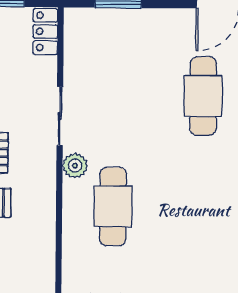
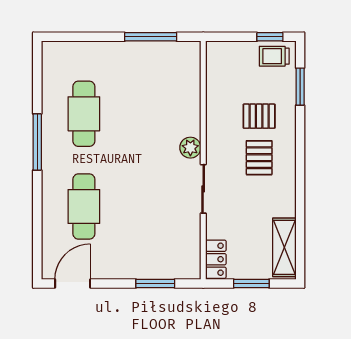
cafe table: (113, 206) -> (84, 114), moved

